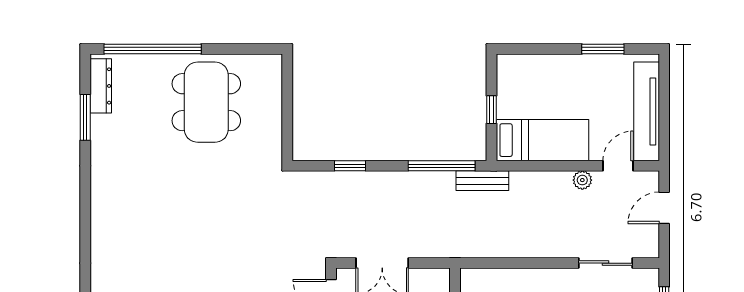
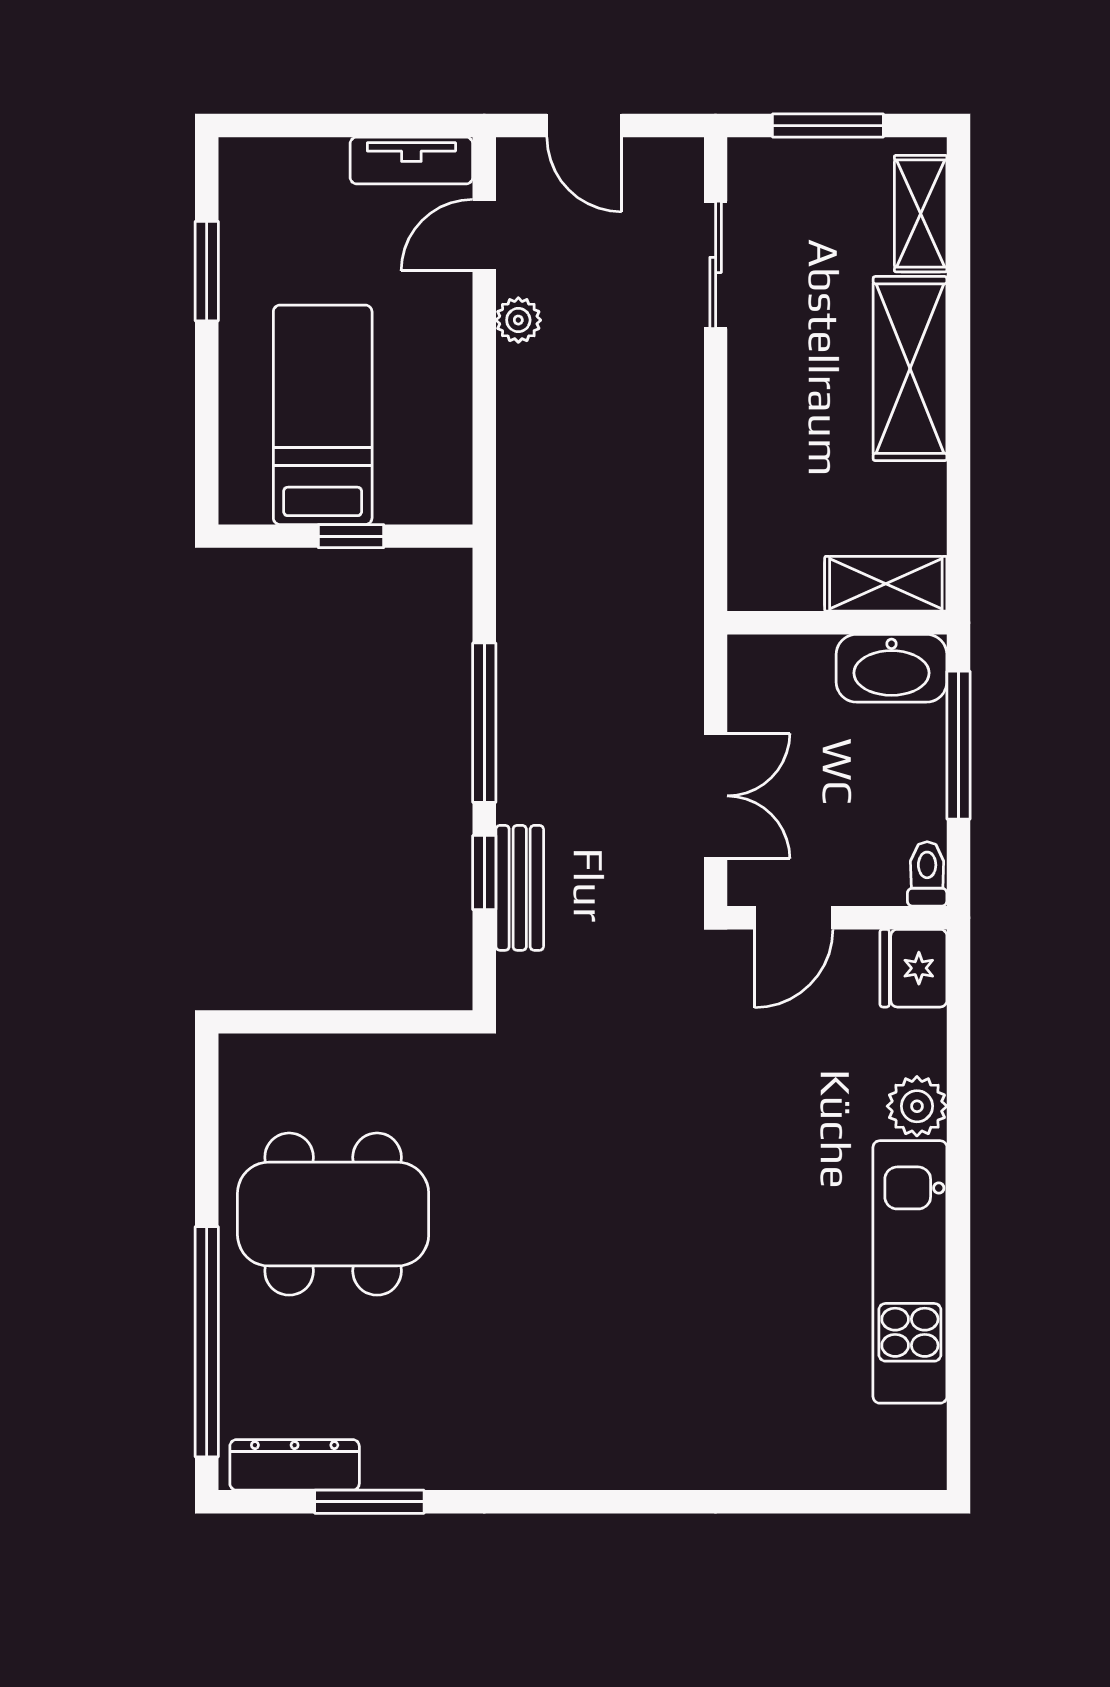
tv unit: (647, 111) -> (411, 160), width x0.52, depth x0.78
bed: (542, 140) -> (323, 415), moved
window: (442, 166) -> (484, 723), moved
door: (618, 166) -> (484, 235), hinge flipped
bench: (482, 181) -> (520, 888), moved

